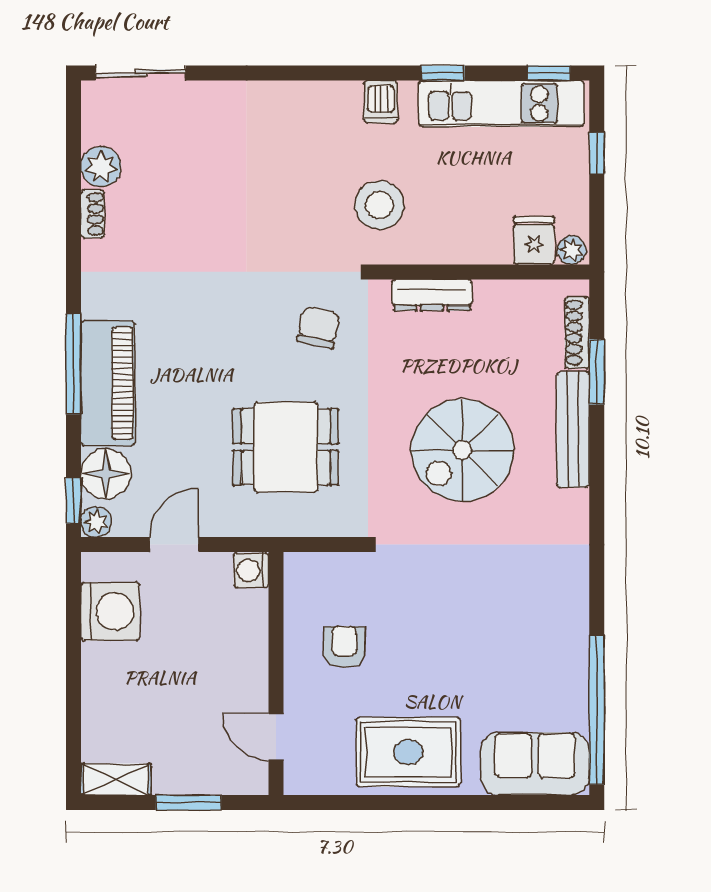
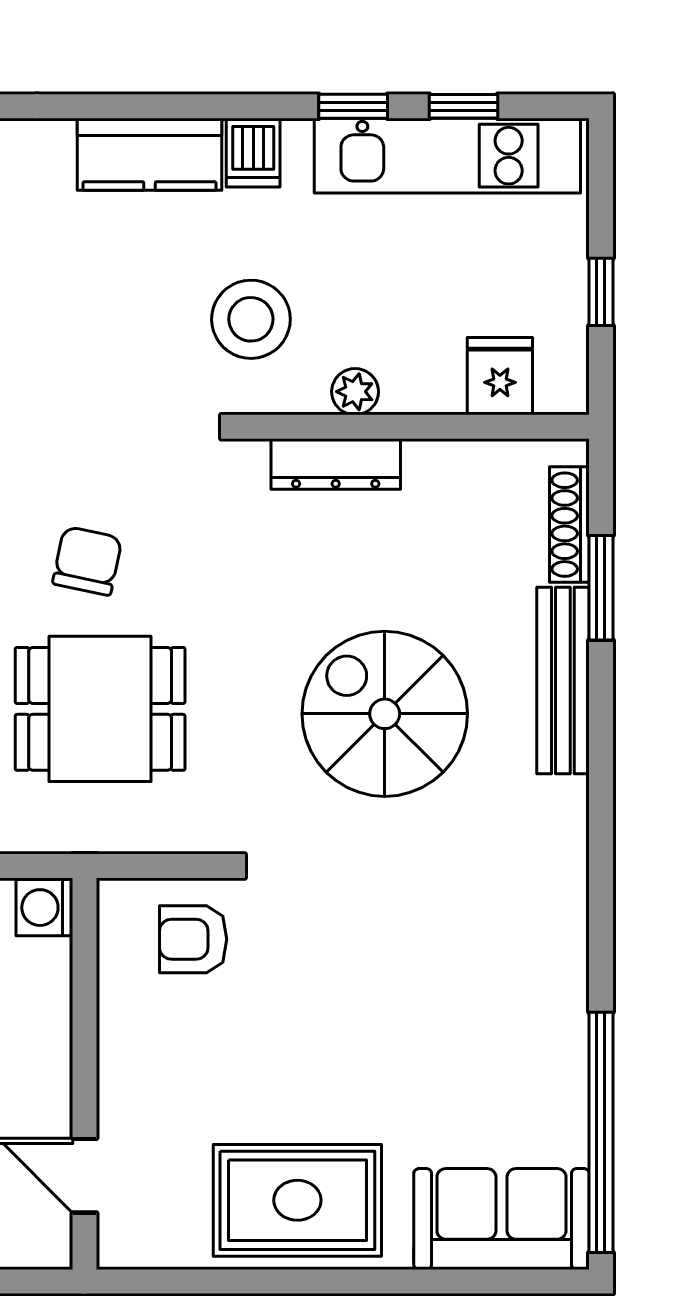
window: (549, 73) -> (463, 106), moved
kitchen counter: (316, 103) -> (149, 154), added
window: (597, 154) -> (601, 292), moved
plant: (572, 250) -> (355, 392), moved
chair: (318, 327) -> (87, 561), moved
spiral stairs: (462, 450) -> (385, 714), turned 90
armchair: (344, 647) -> (193, 939), moved, turned -90

